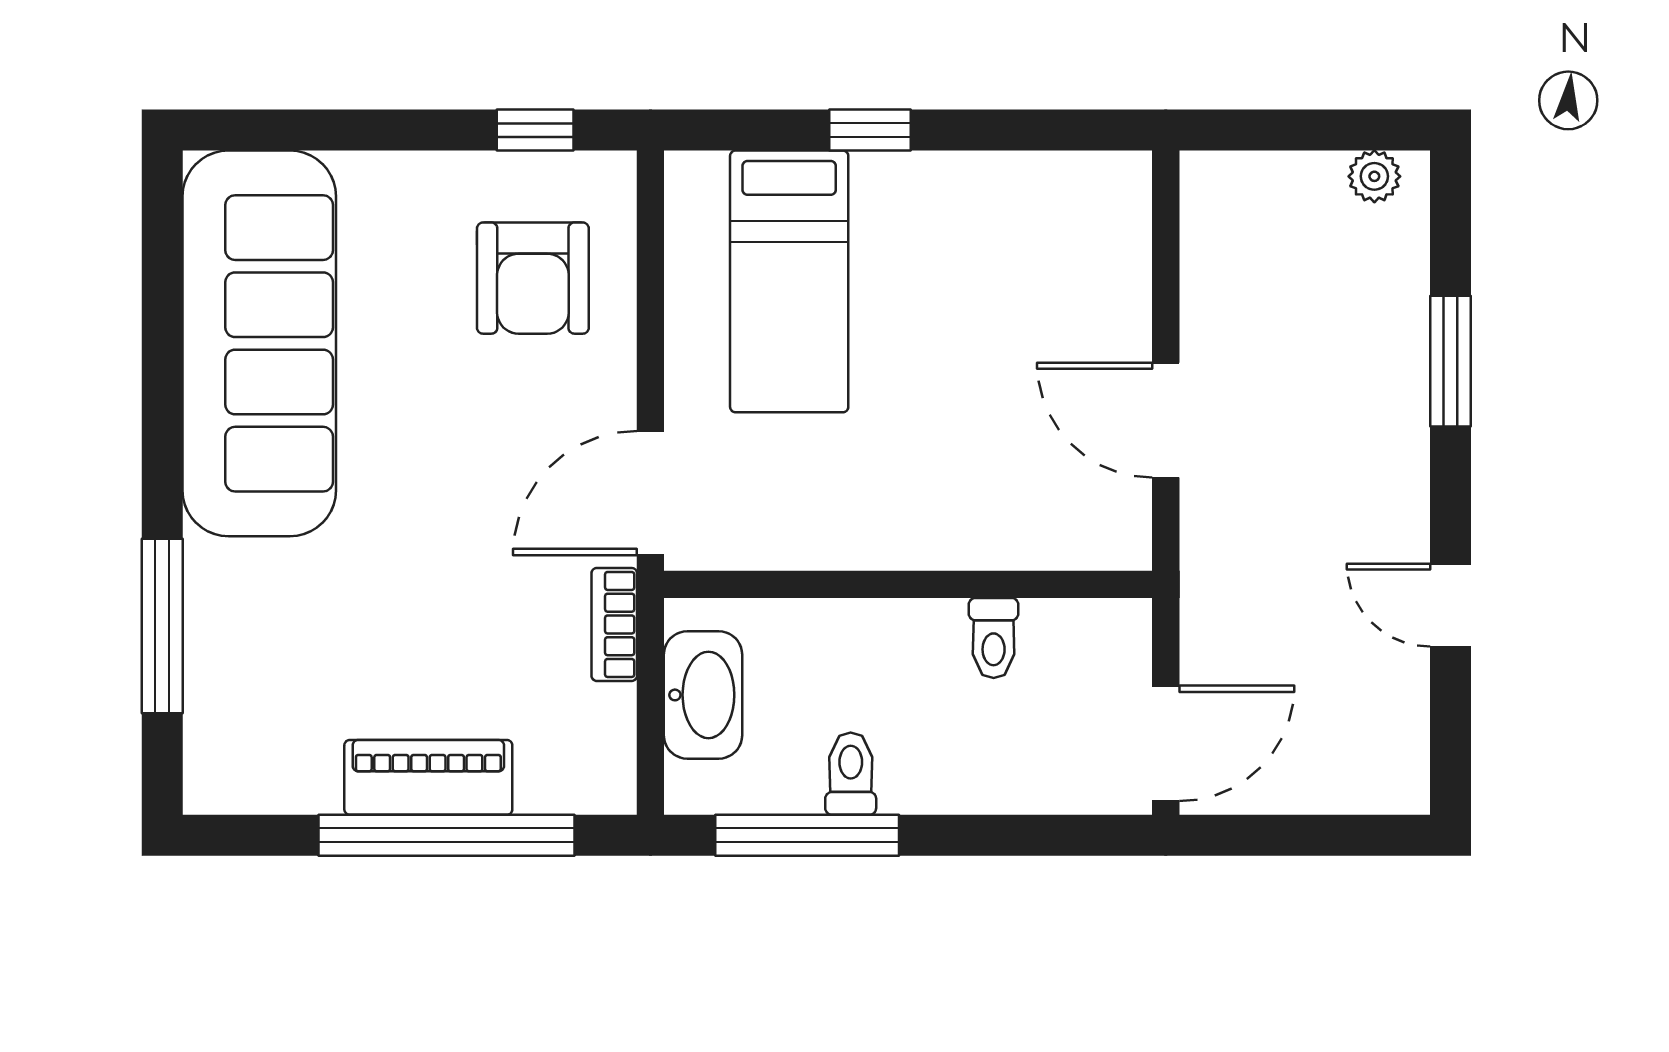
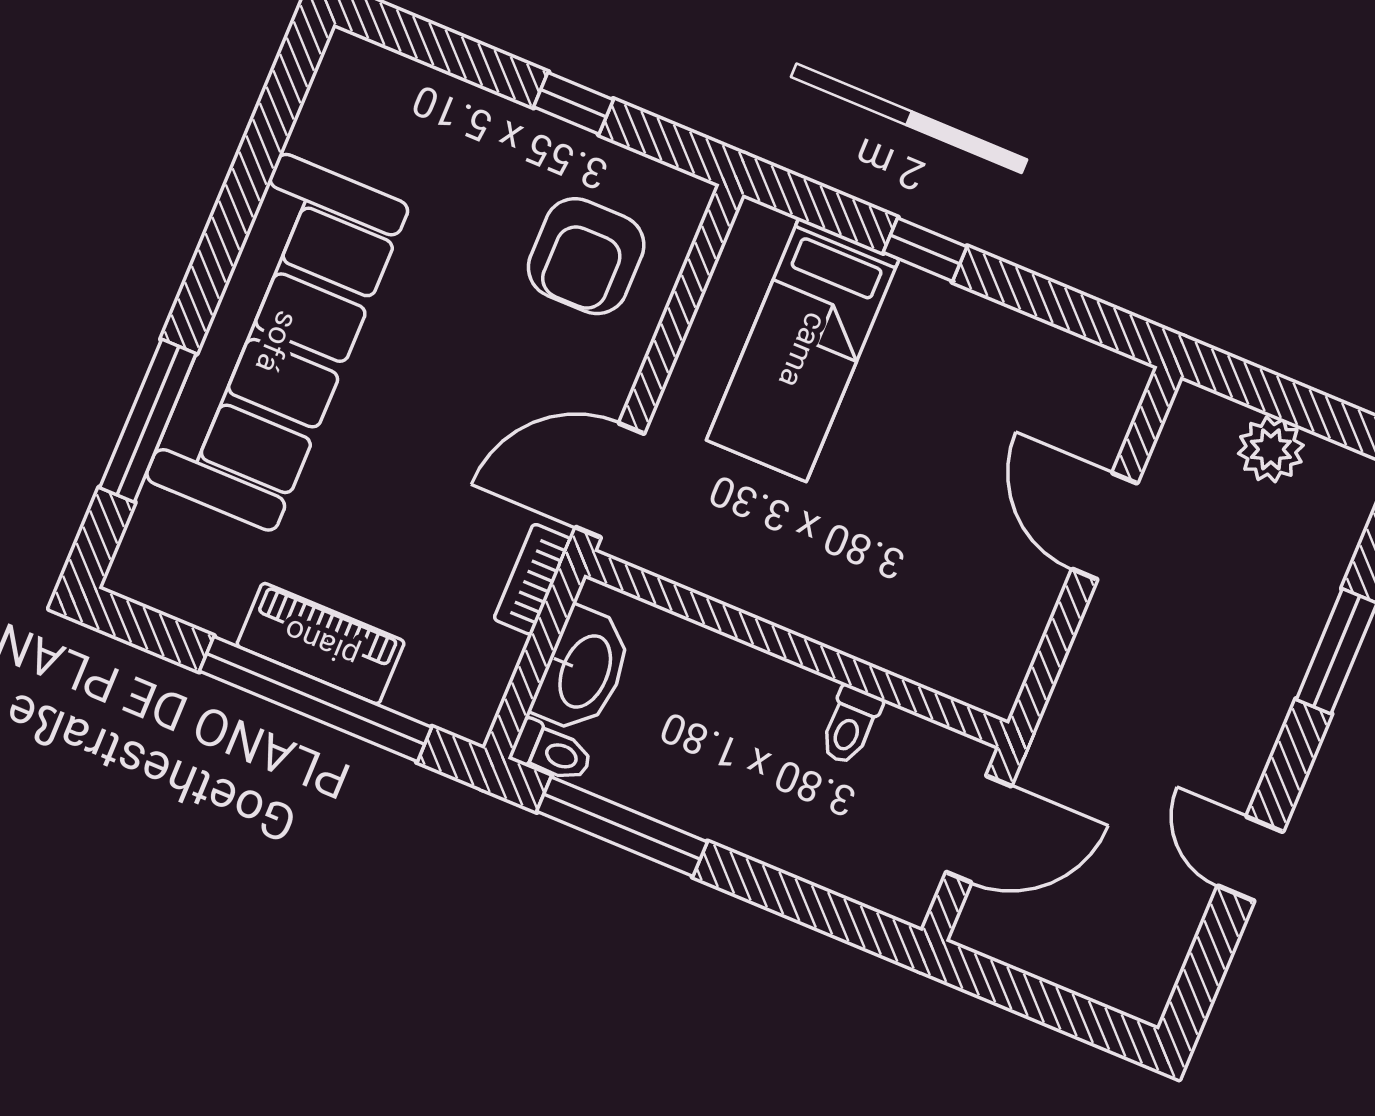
window: (535, 130) -> (573, 103), moved
plant: (1374, 176) -> (1271, 449), moved, width x1.38, depth x1.38
sofa: (259, 343) -> (277, 342), moved
door: (1166, 420) -> (1105, 526), moved
door: (1166, 743) -> (979, 829), moved
toilet: (851, 774) -> (552, 752), moved, turned 90

